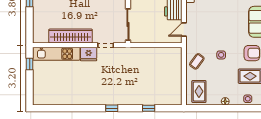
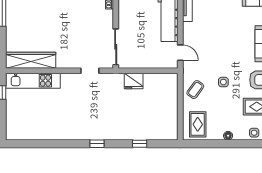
door: (184, 30) -> (180, 53), swing flipped
wardrobe: (71, 36) -> (31, 60), moved
fridge: (89, 54) -> (134, 81), moved

